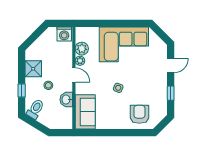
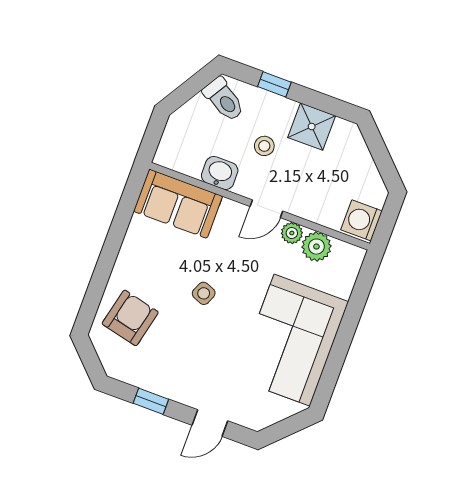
door: (171, 66) -> (210, 423), hinge flipped
armchair: (139, 114) -> (130, 318), turned -77

